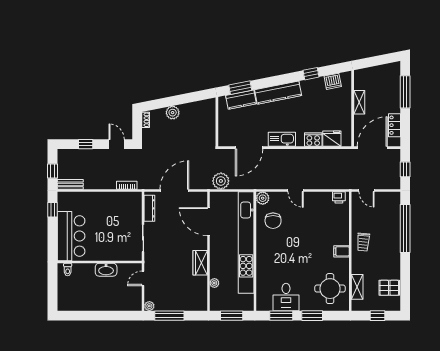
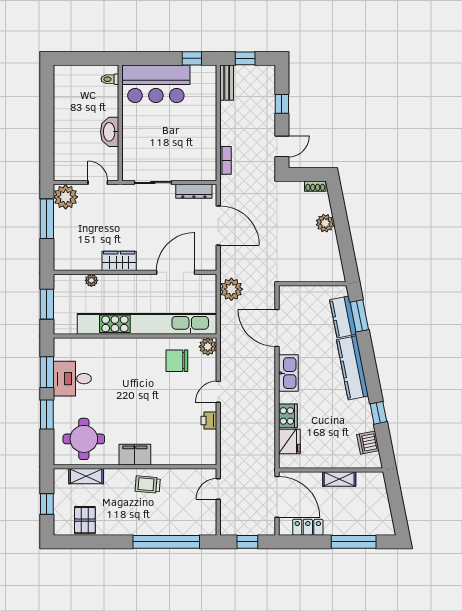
printer: (339, 197) -> (209, 420), moved
filing cabinet: (341, 251) -> (135, 455), width x2.00
plant: (149, 306) -> (66, 197), width x1.87, depth x1.87

